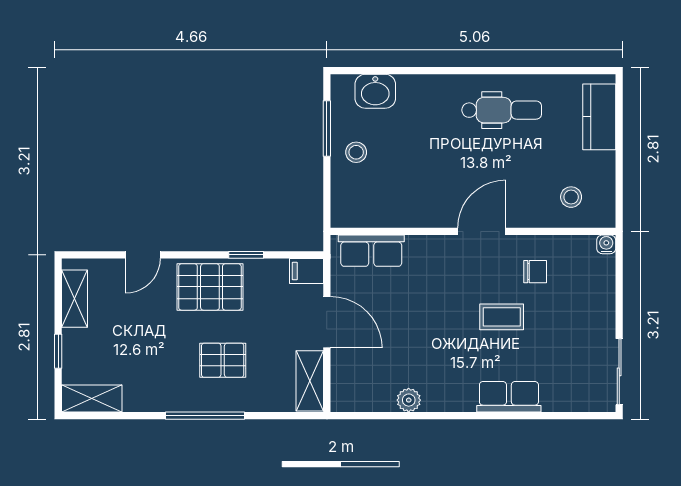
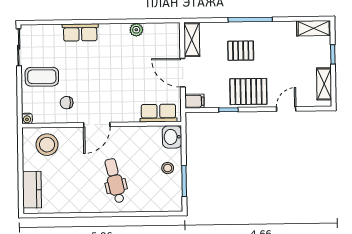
washbasin: (375, 91) -> (172, 137), moved, turned -90
dental chair: (502, 110) -> (115, 181), moved, turned 77
stool: (571, 197) -> (47, 145), width x1.89, depth x1.89
coffee table: (502, 317) -> (42, 77), moved, width x1.36, depth x1.30

